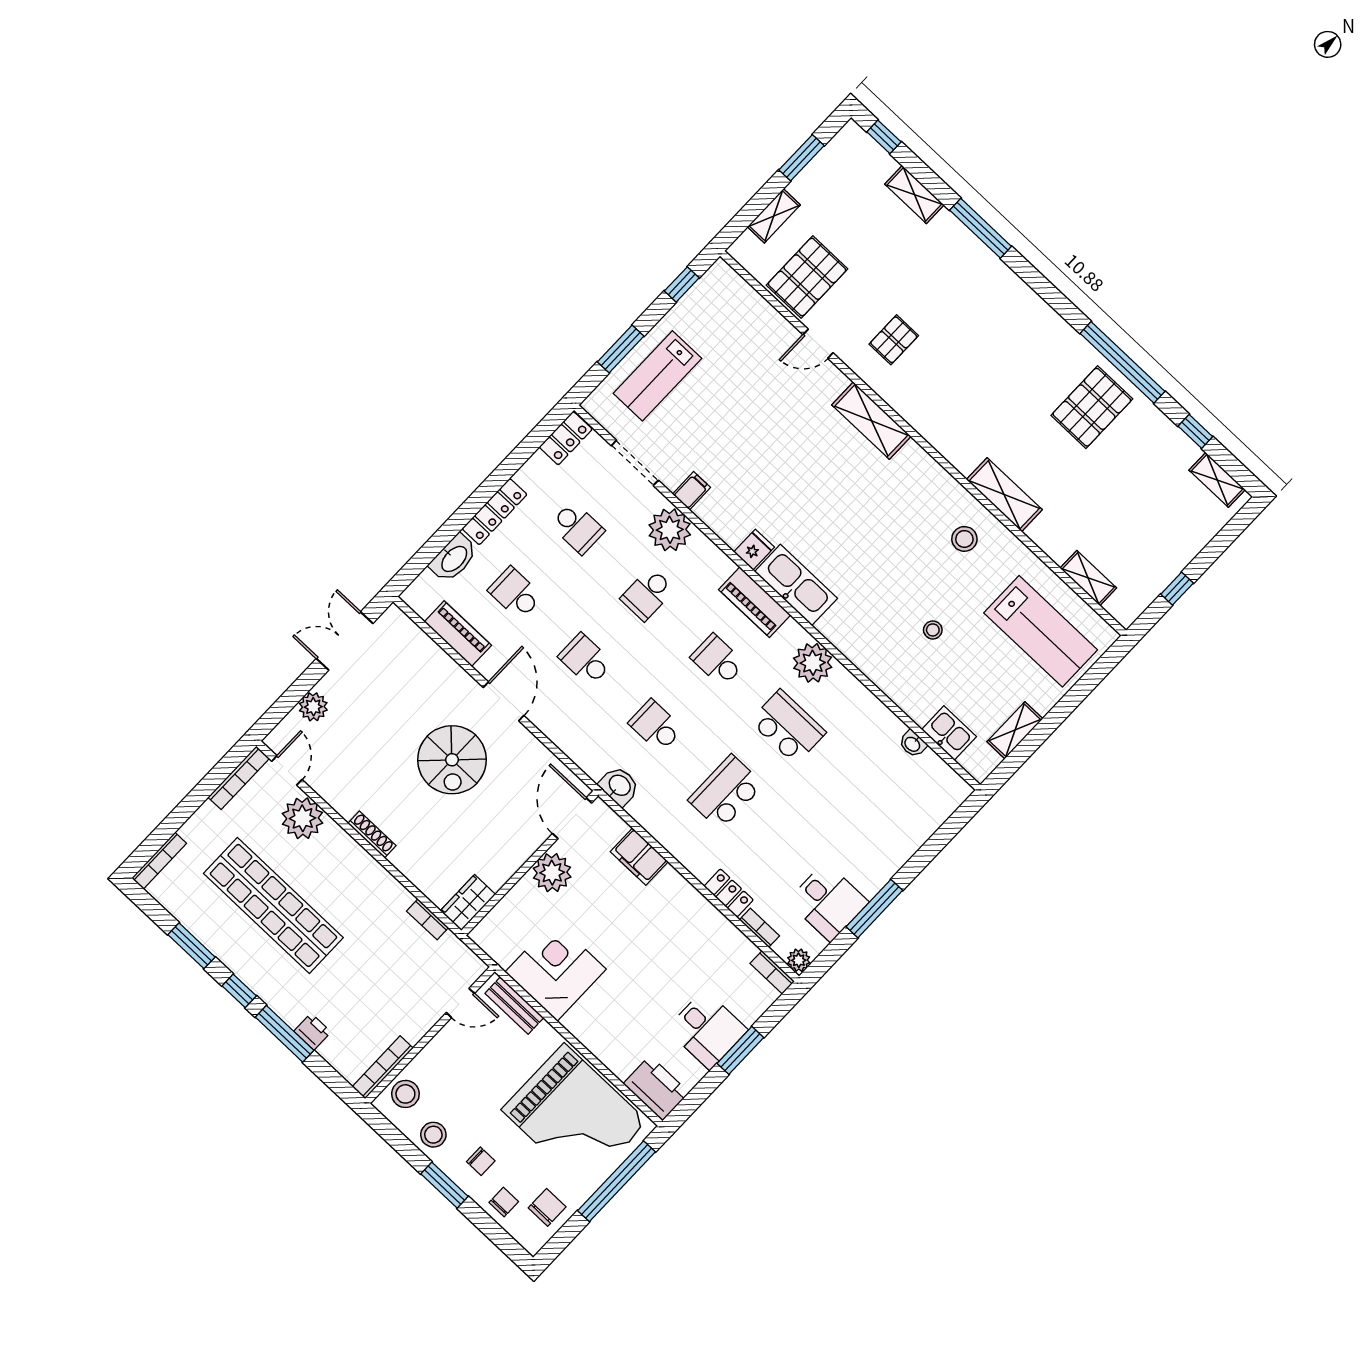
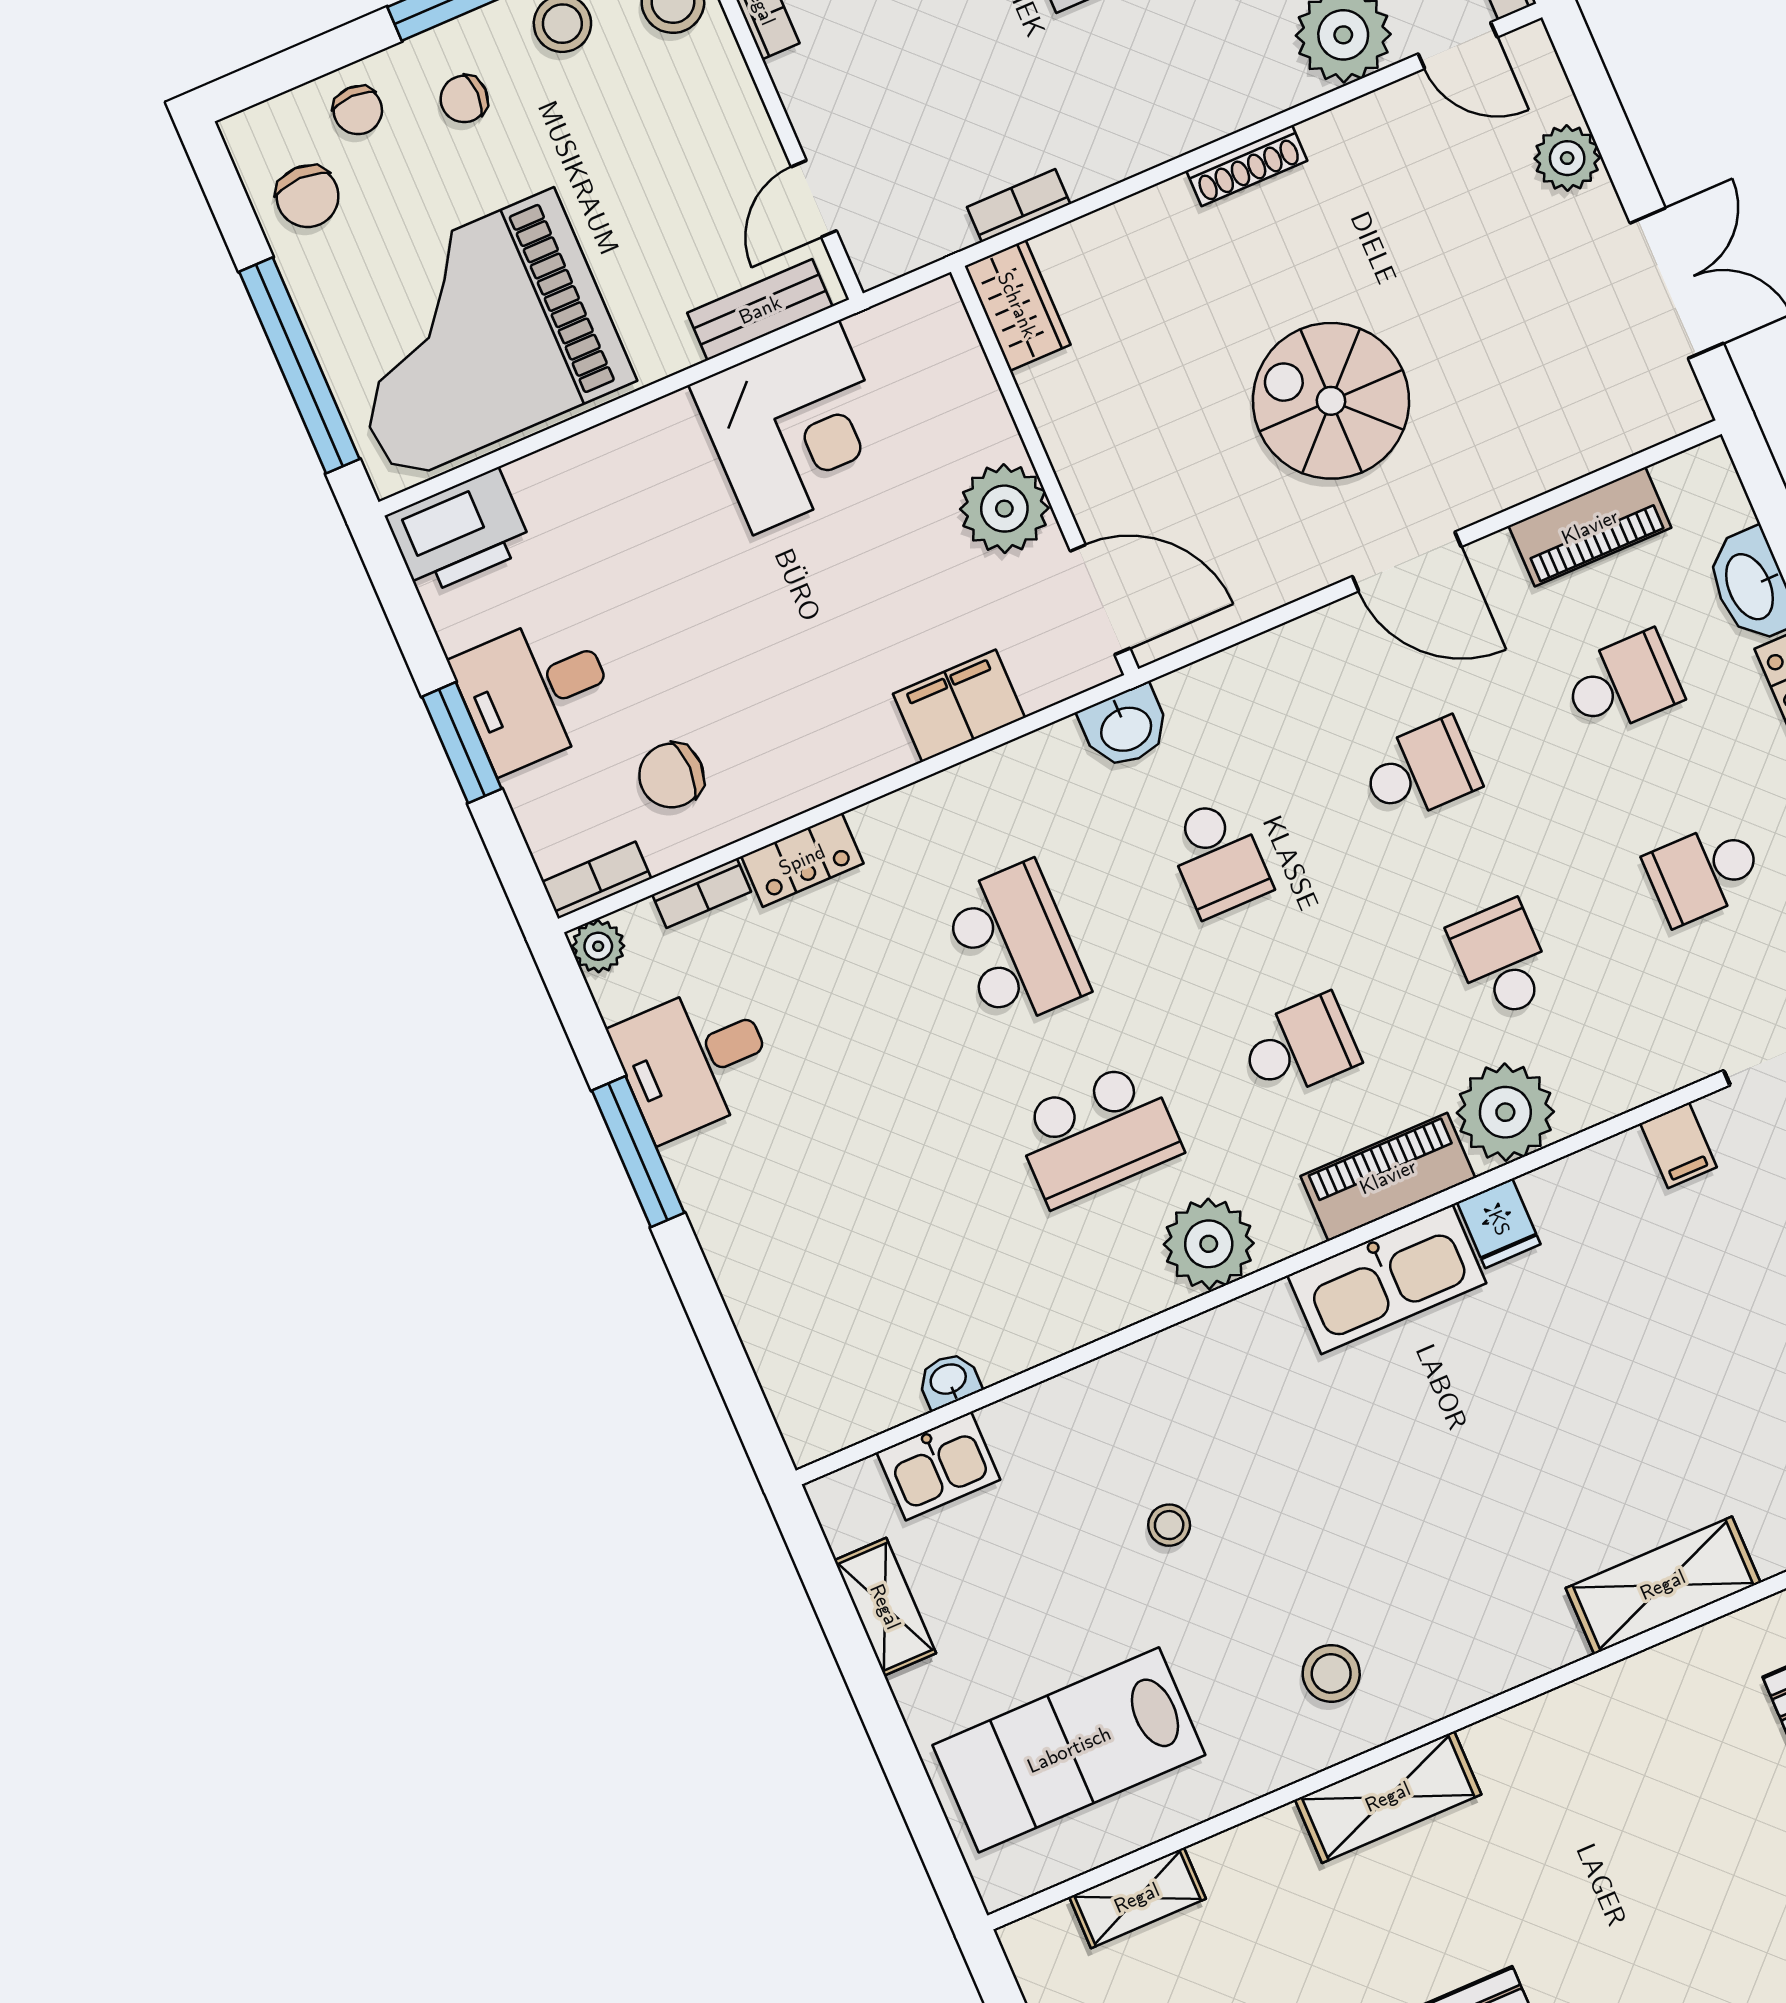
plant: (670, 530) -> (1505, 1112), moved
school desk: (656, 726) -> (1218, 858), turned 90
chair: (717, 960) -> (671, 776), added

